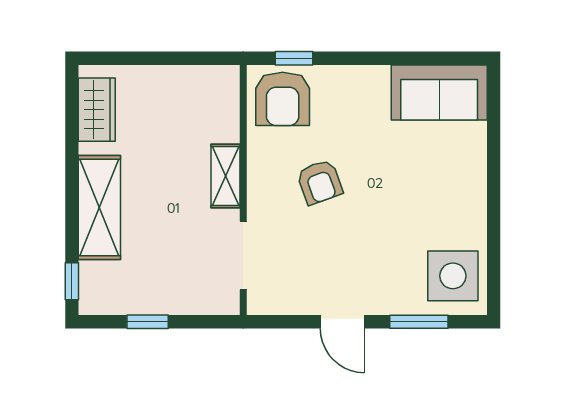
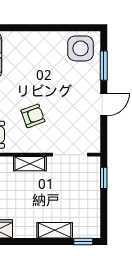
shelving: (99, 208) -> (55, 230), width x0.67, depth x0.75
window: (148, 322) -> (104, 178), moved

